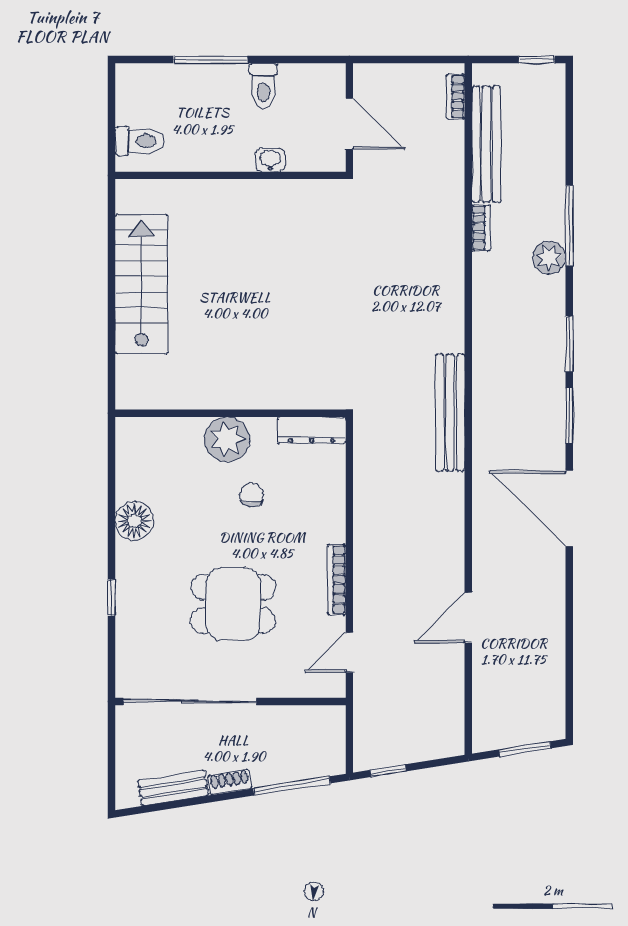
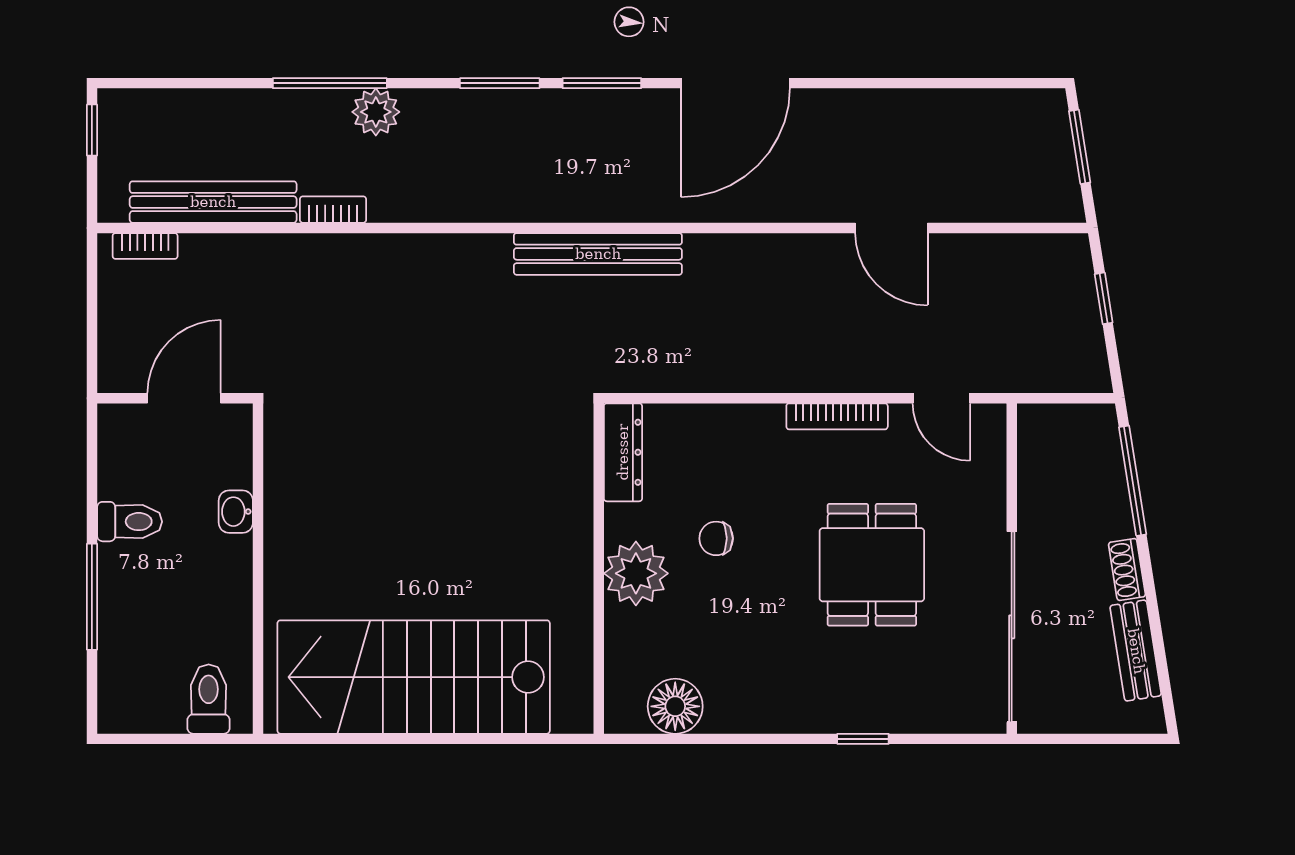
stairs: (141, 284) -> (414, 677), width x1.36, depth x1.51
floor lamp: (134, 521) -> (675, 706), moved
window: (388, 771) -> (1104, 298), moved

